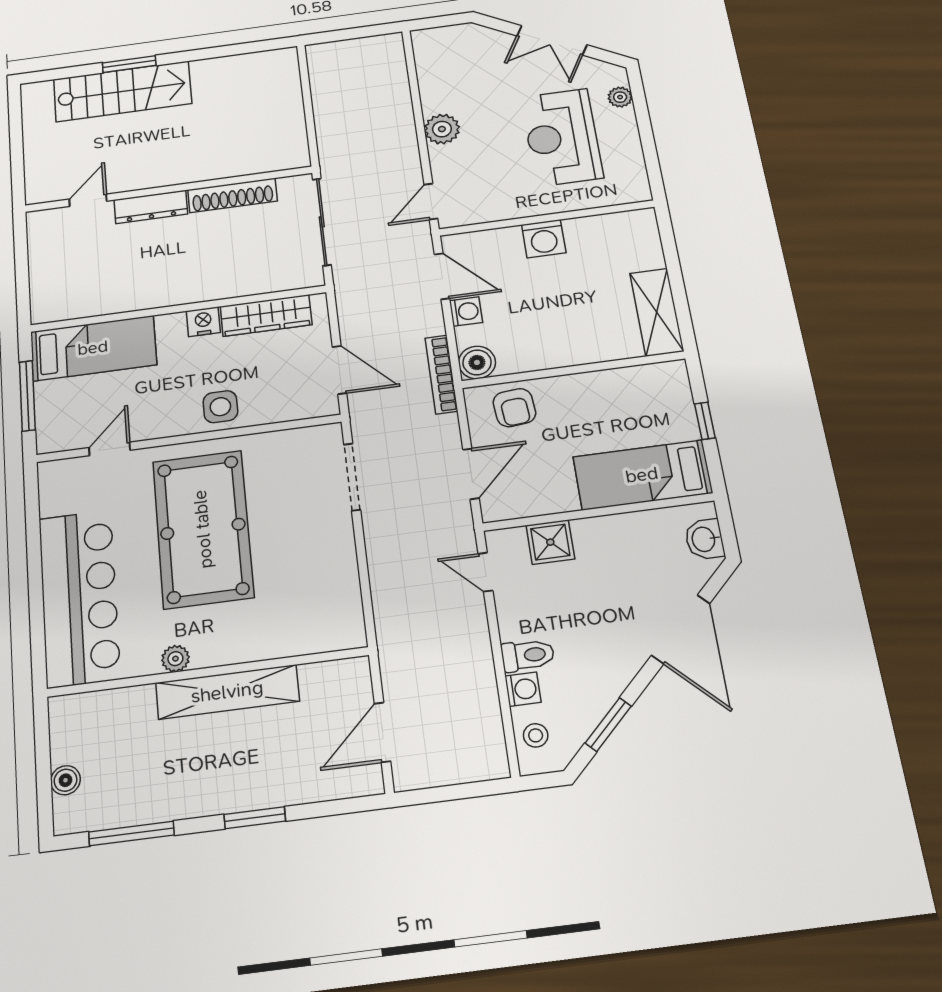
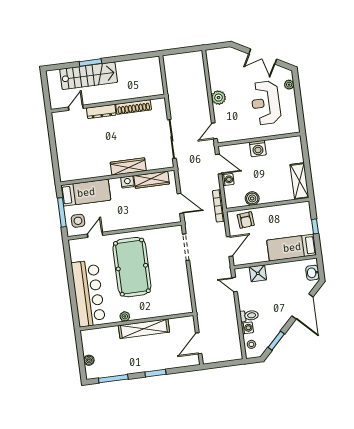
wall: (168, 189) -> (108, 104), moved
shoe rack: (232, 195) -> (134, 107), moved
door: (88, 200) -> (76, 108), moved
dresser: (151, 207) -> (101, 111), moved
wardrobe: (207, 286) -> (128, 167), added
boiler: (477, 362) -> (252, 198), moved
side table: (220, 407) -> (78, 221), moved

